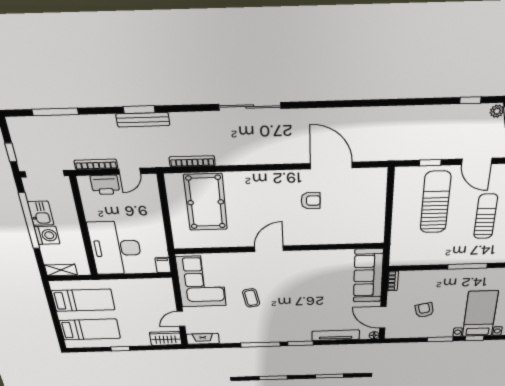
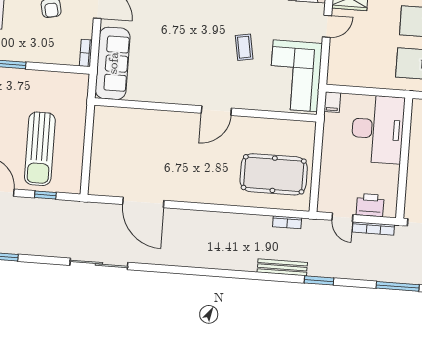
sliding door: (250, 106) -> (99, 264), moved
bench: (143, 120) -> (282, 267), moved
bookcase: (192, 161) -> (287, 222), width x0.64
door: (130, 171) -> (342, 217), swing flipped
armchair: (311, 201) -> (167, 165), removed
pool table: (206, 202) -> (274, 174), turned 90

